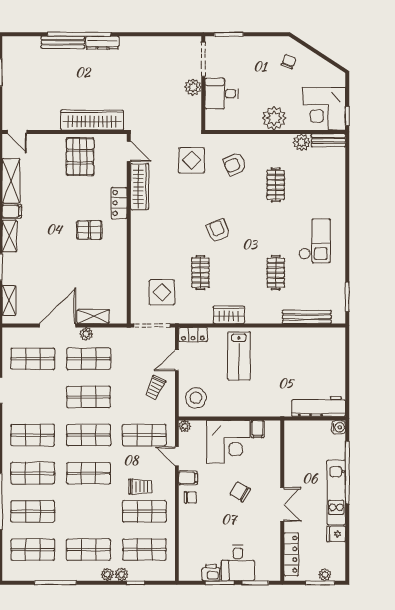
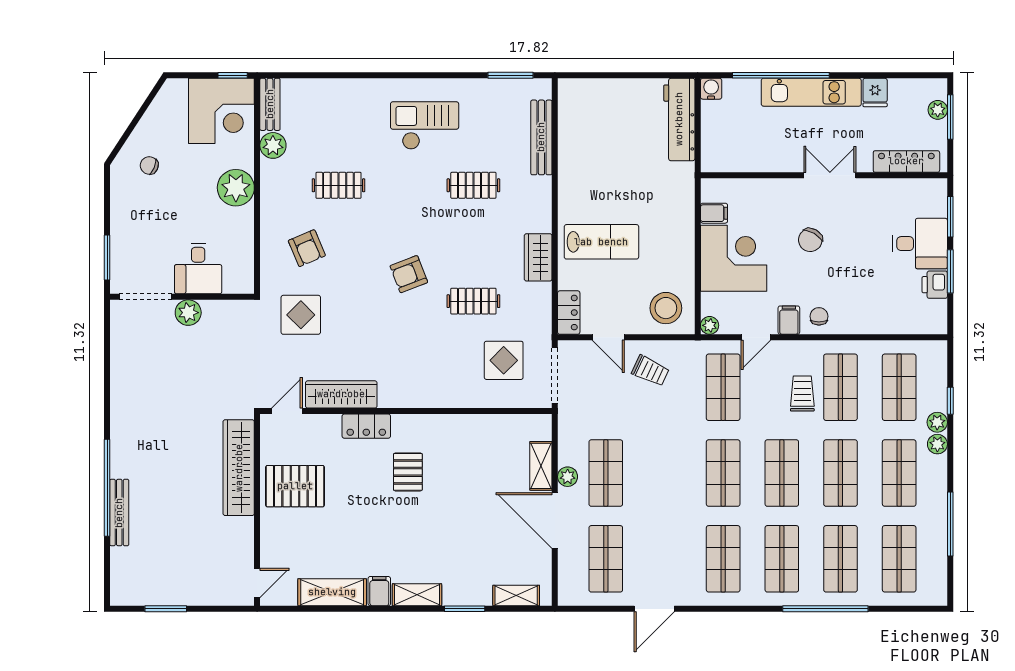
dresser: (102, 43) -> (120, 452), removed
shop shelf: (89, 397) -> (840, 473), moved

